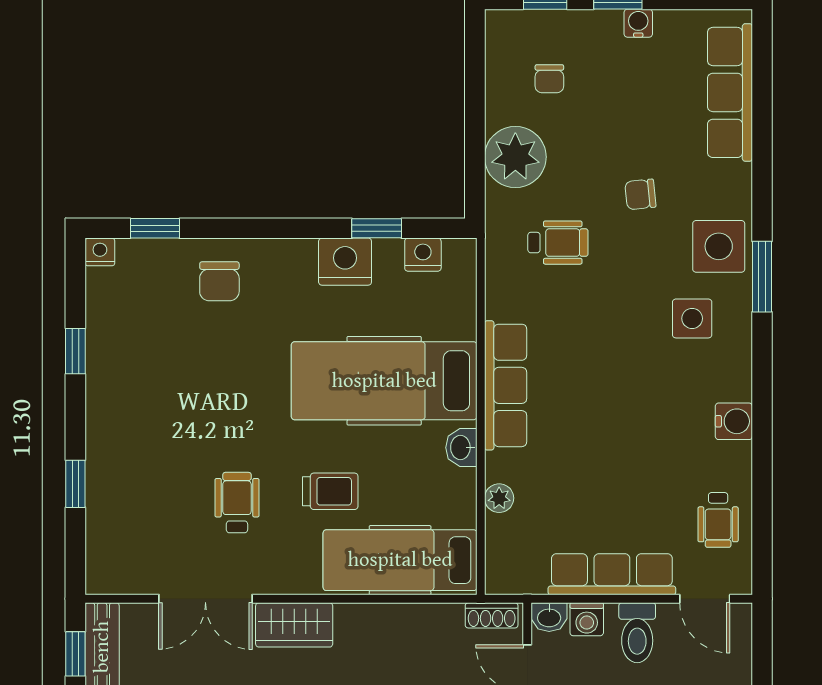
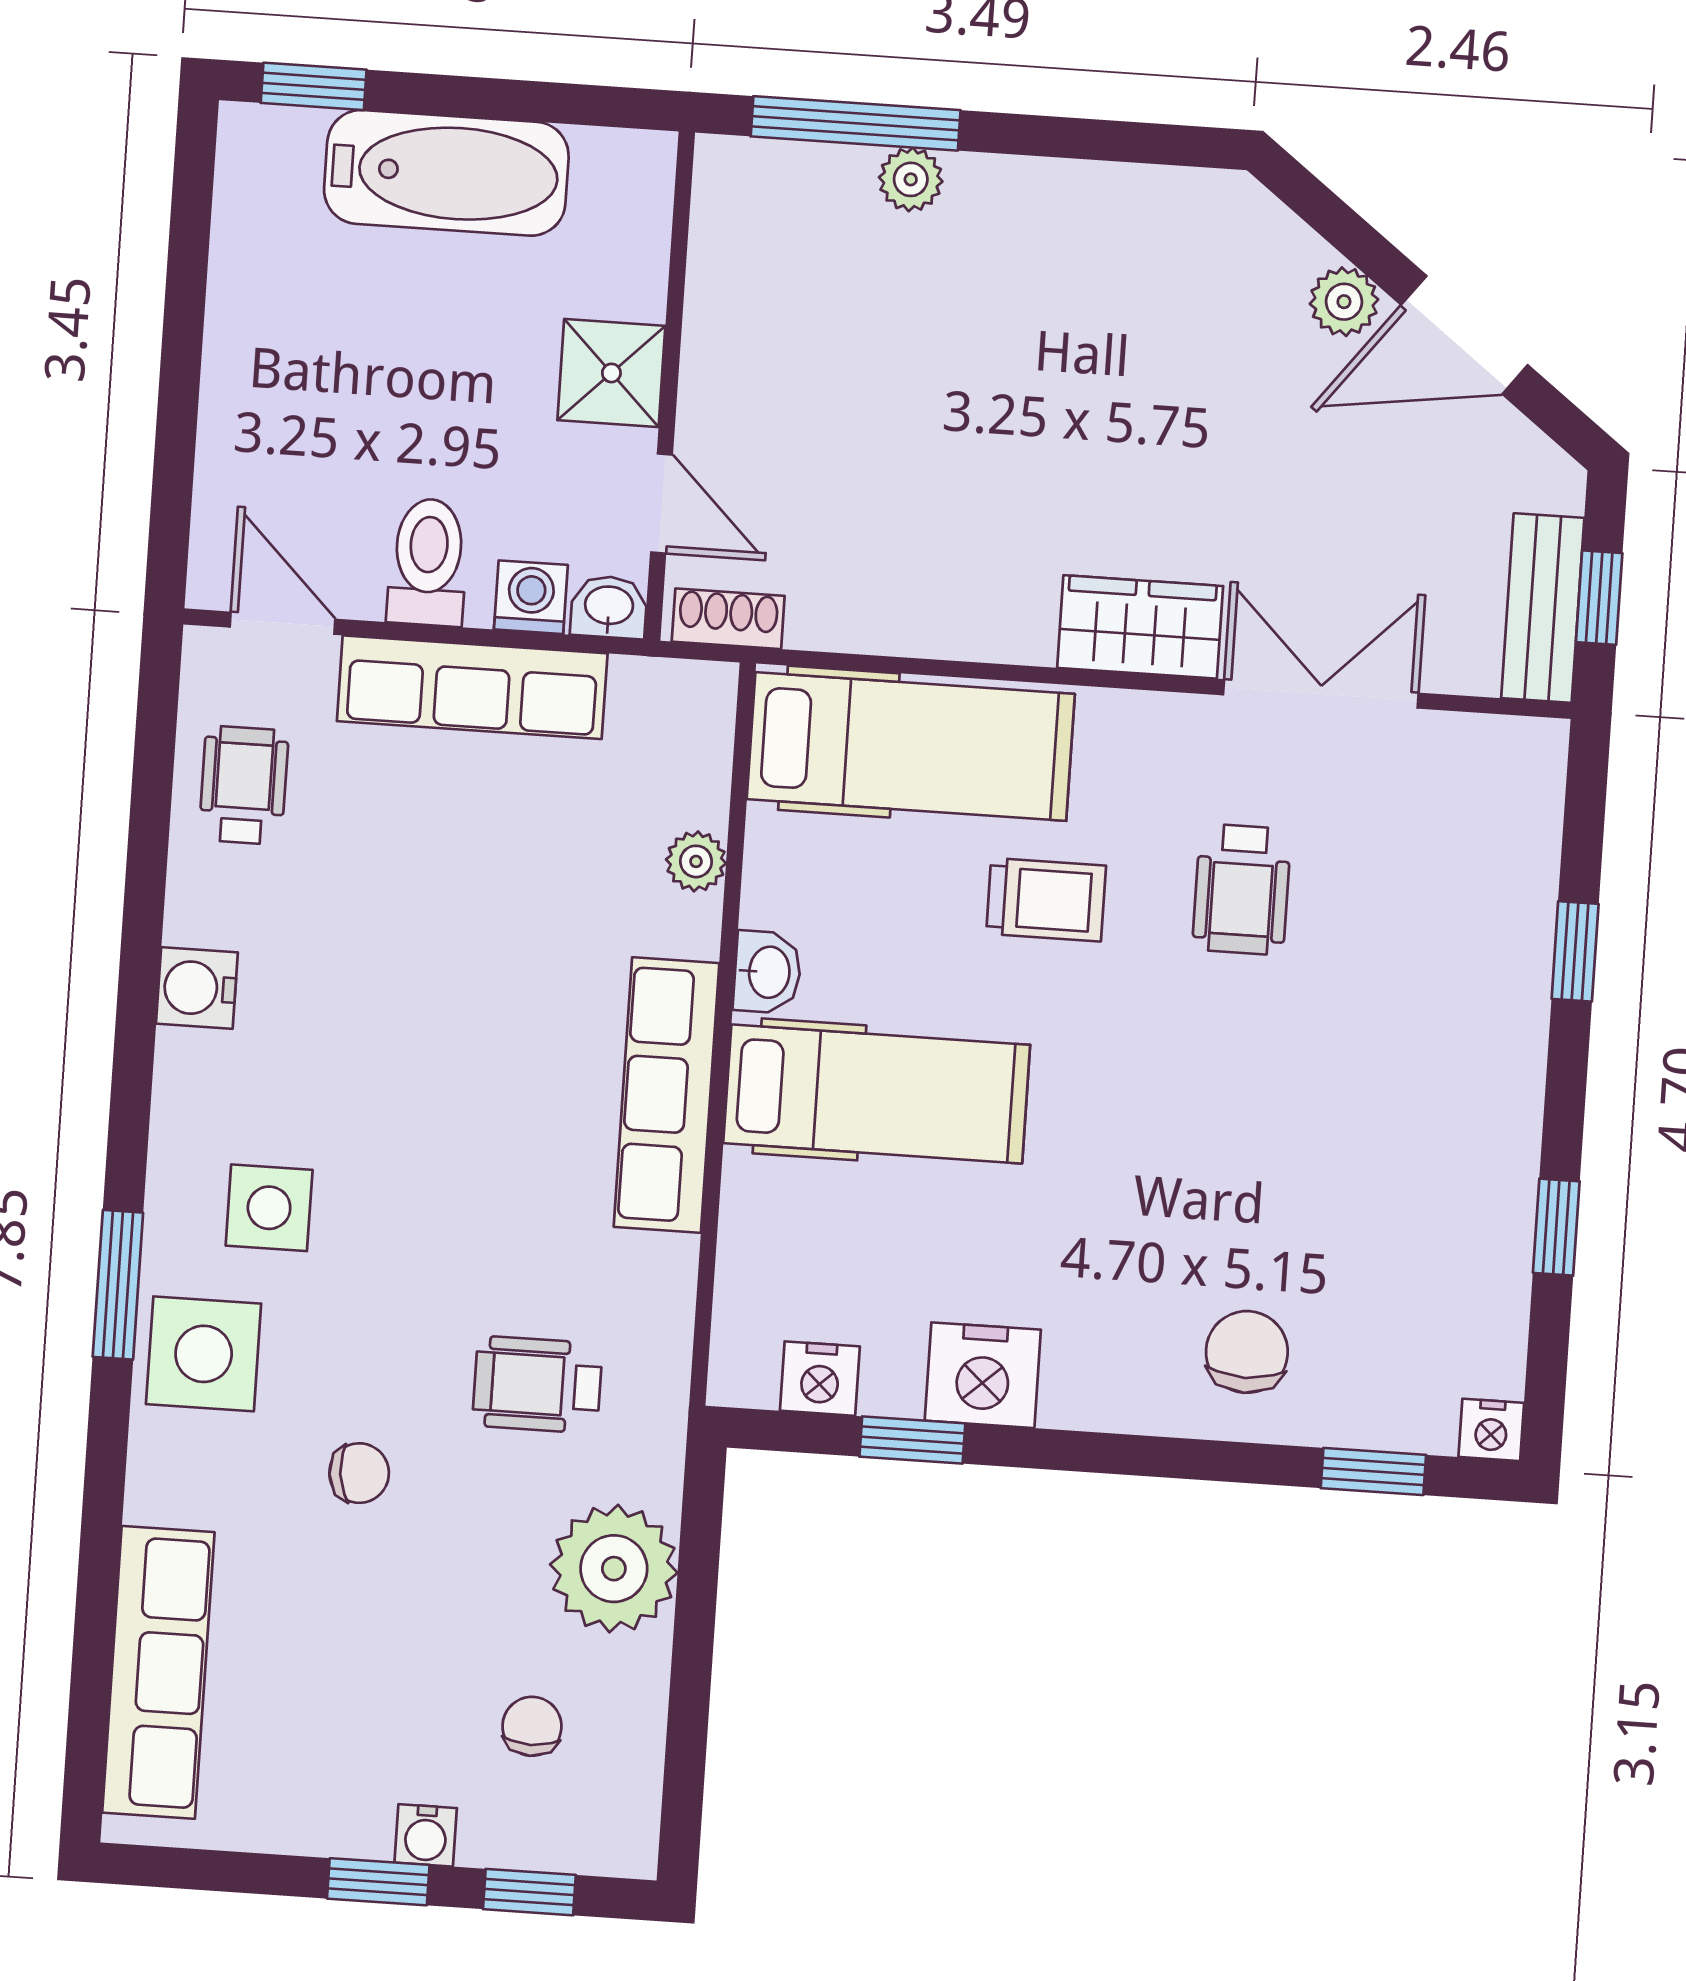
water cooler: (638, 23) -> (426, 1835), moved
hospital bed: (384, 381) -> (877, 1094), width x0.73, depth x0.78
trolley: (330, 491) -> (1046, 900), turned 180

